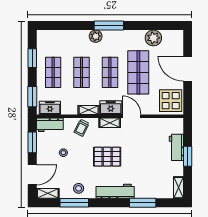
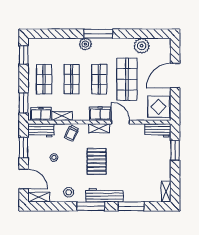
window: (32, 58) -> (24, 55), moved
door: (188, 69) -> (175, 76), hinge flipped
shelving: (89, 110) -> (62, 116), moved
workbench: (176, 147) -> (158, 130), moved, turned -90
window: (188, 156) -> (175, 150), moved
pallet: (107, 157) -> (97, 161), turned 90
door: (32, 175) -> (24, 179), hinge flipped
window: (74, 203) -> (91, 206), moved

